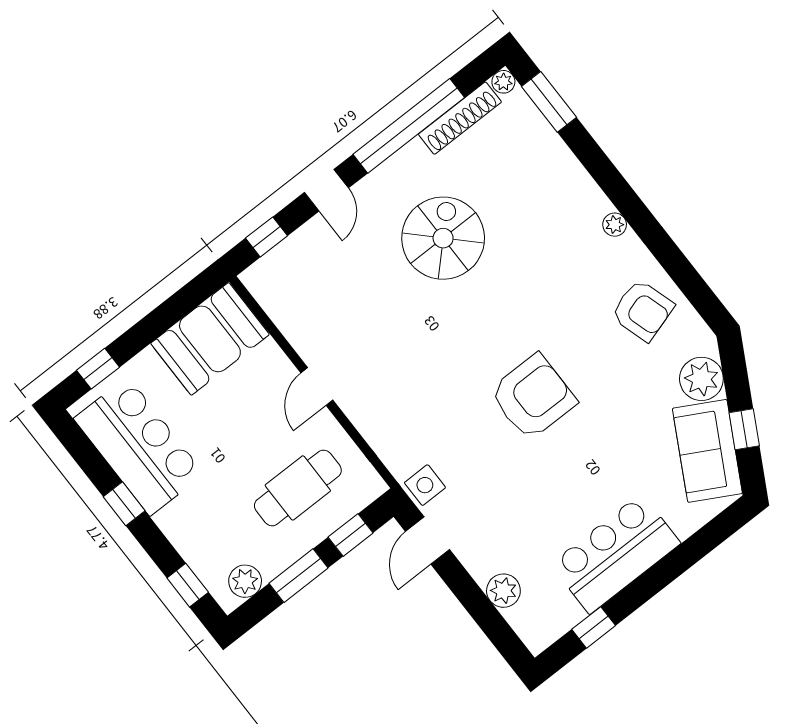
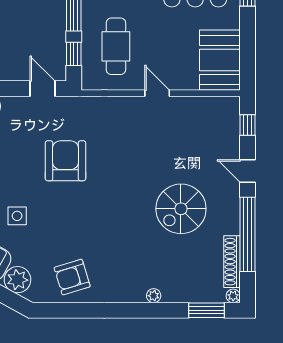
plant: (615, 225) -> (154, 296), moved
spiral stairs: (443, 238) -> (181, 209), turned 90
armchair: (533, 397) -> (66, 161), moved, turned 180
side table: (425, 485) -> (17, 216), moved

